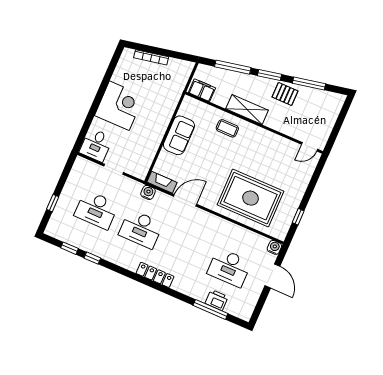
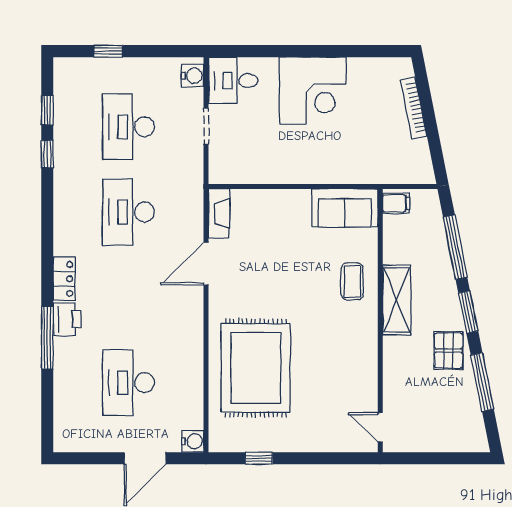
filing cabinet: (202, 90) -> (396, 203), width x0.50
sofa: (179, 135) -> (345, 208), moved
water cooler: (148, 192) -> (193, 76), moved
door: (185, 200) -> (206, 264), swing flipped
locker: (155, 275) -> (64, 279), width x0.66
printer: (217, 300) -> (67, 319), moved
window: (210, 309) -> (47, 338), moved

